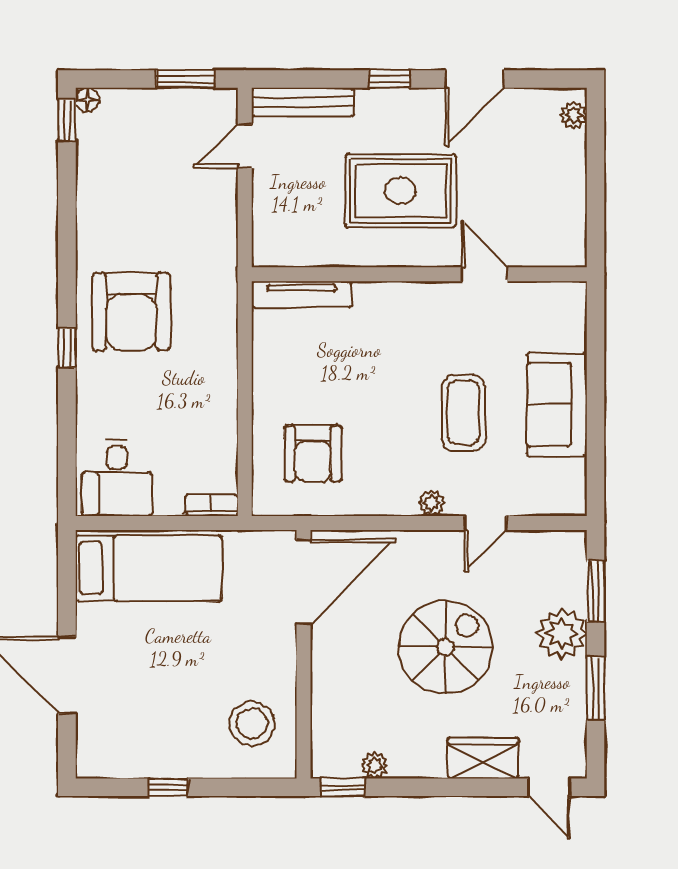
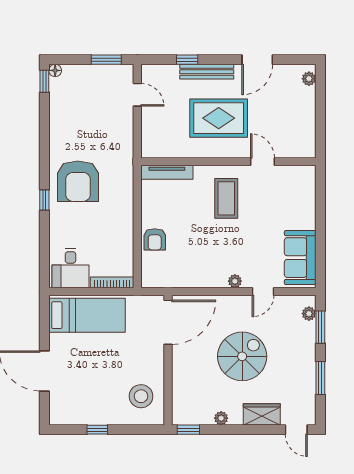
window: (389, 79) -> (187, 60), moved
bench: (303, 102) -> (207, 72), moved
door: (245, 146) -> (137, 95), swing flipped
sofa: (557, 404) -> (300, 258), moved
coffee table: (463, 413) -> (226, 198), moved
armchair: (313, 454) -> (155, 239), moved, width x0.72, depth x0.72
bookcase: (211, 505) -> (112, 282), width x1.56
plant: (562, 634) -> (309, 314), moved, width x0.53, depth x0.53
plant: (375, 766) -> (221, 418), moved

